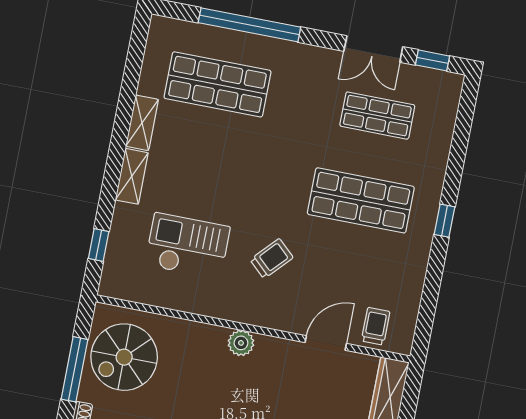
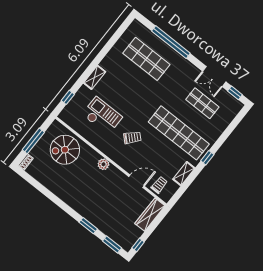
shelving: (142, 123) -> (184, 174), moved
shop shelf: (361, 200) -> (179, 133), width x1.40
spiral stairs: (124, 357) -> (65, 150), moved

